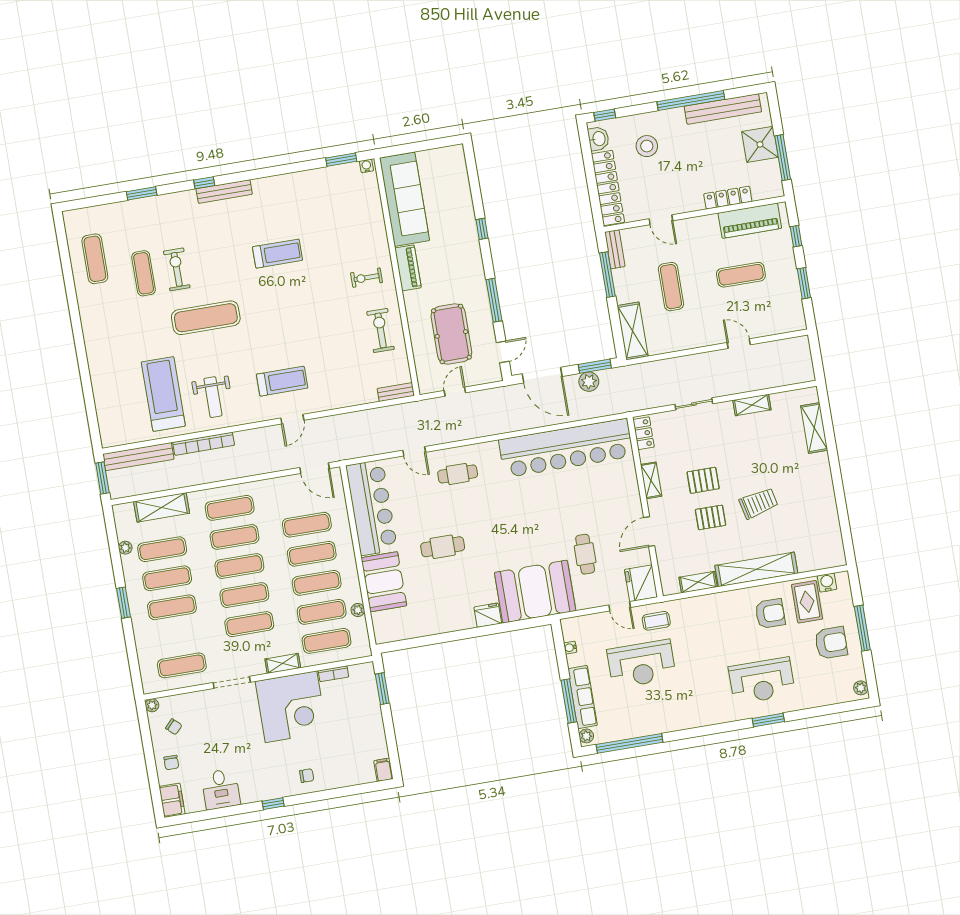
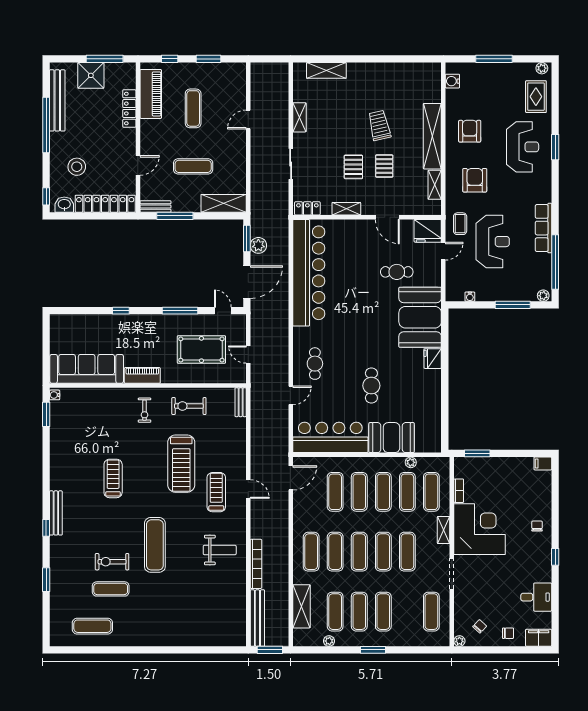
treadmill: (163, 394) -> (181, 464), moved, turned -90
rug: (807, 602) -> (536, 97), moved, turned 90
armchair: (831, 643) -> (475, 180), moved
row of seats: (583, 697) -> (543, 228), moved, turned -90

